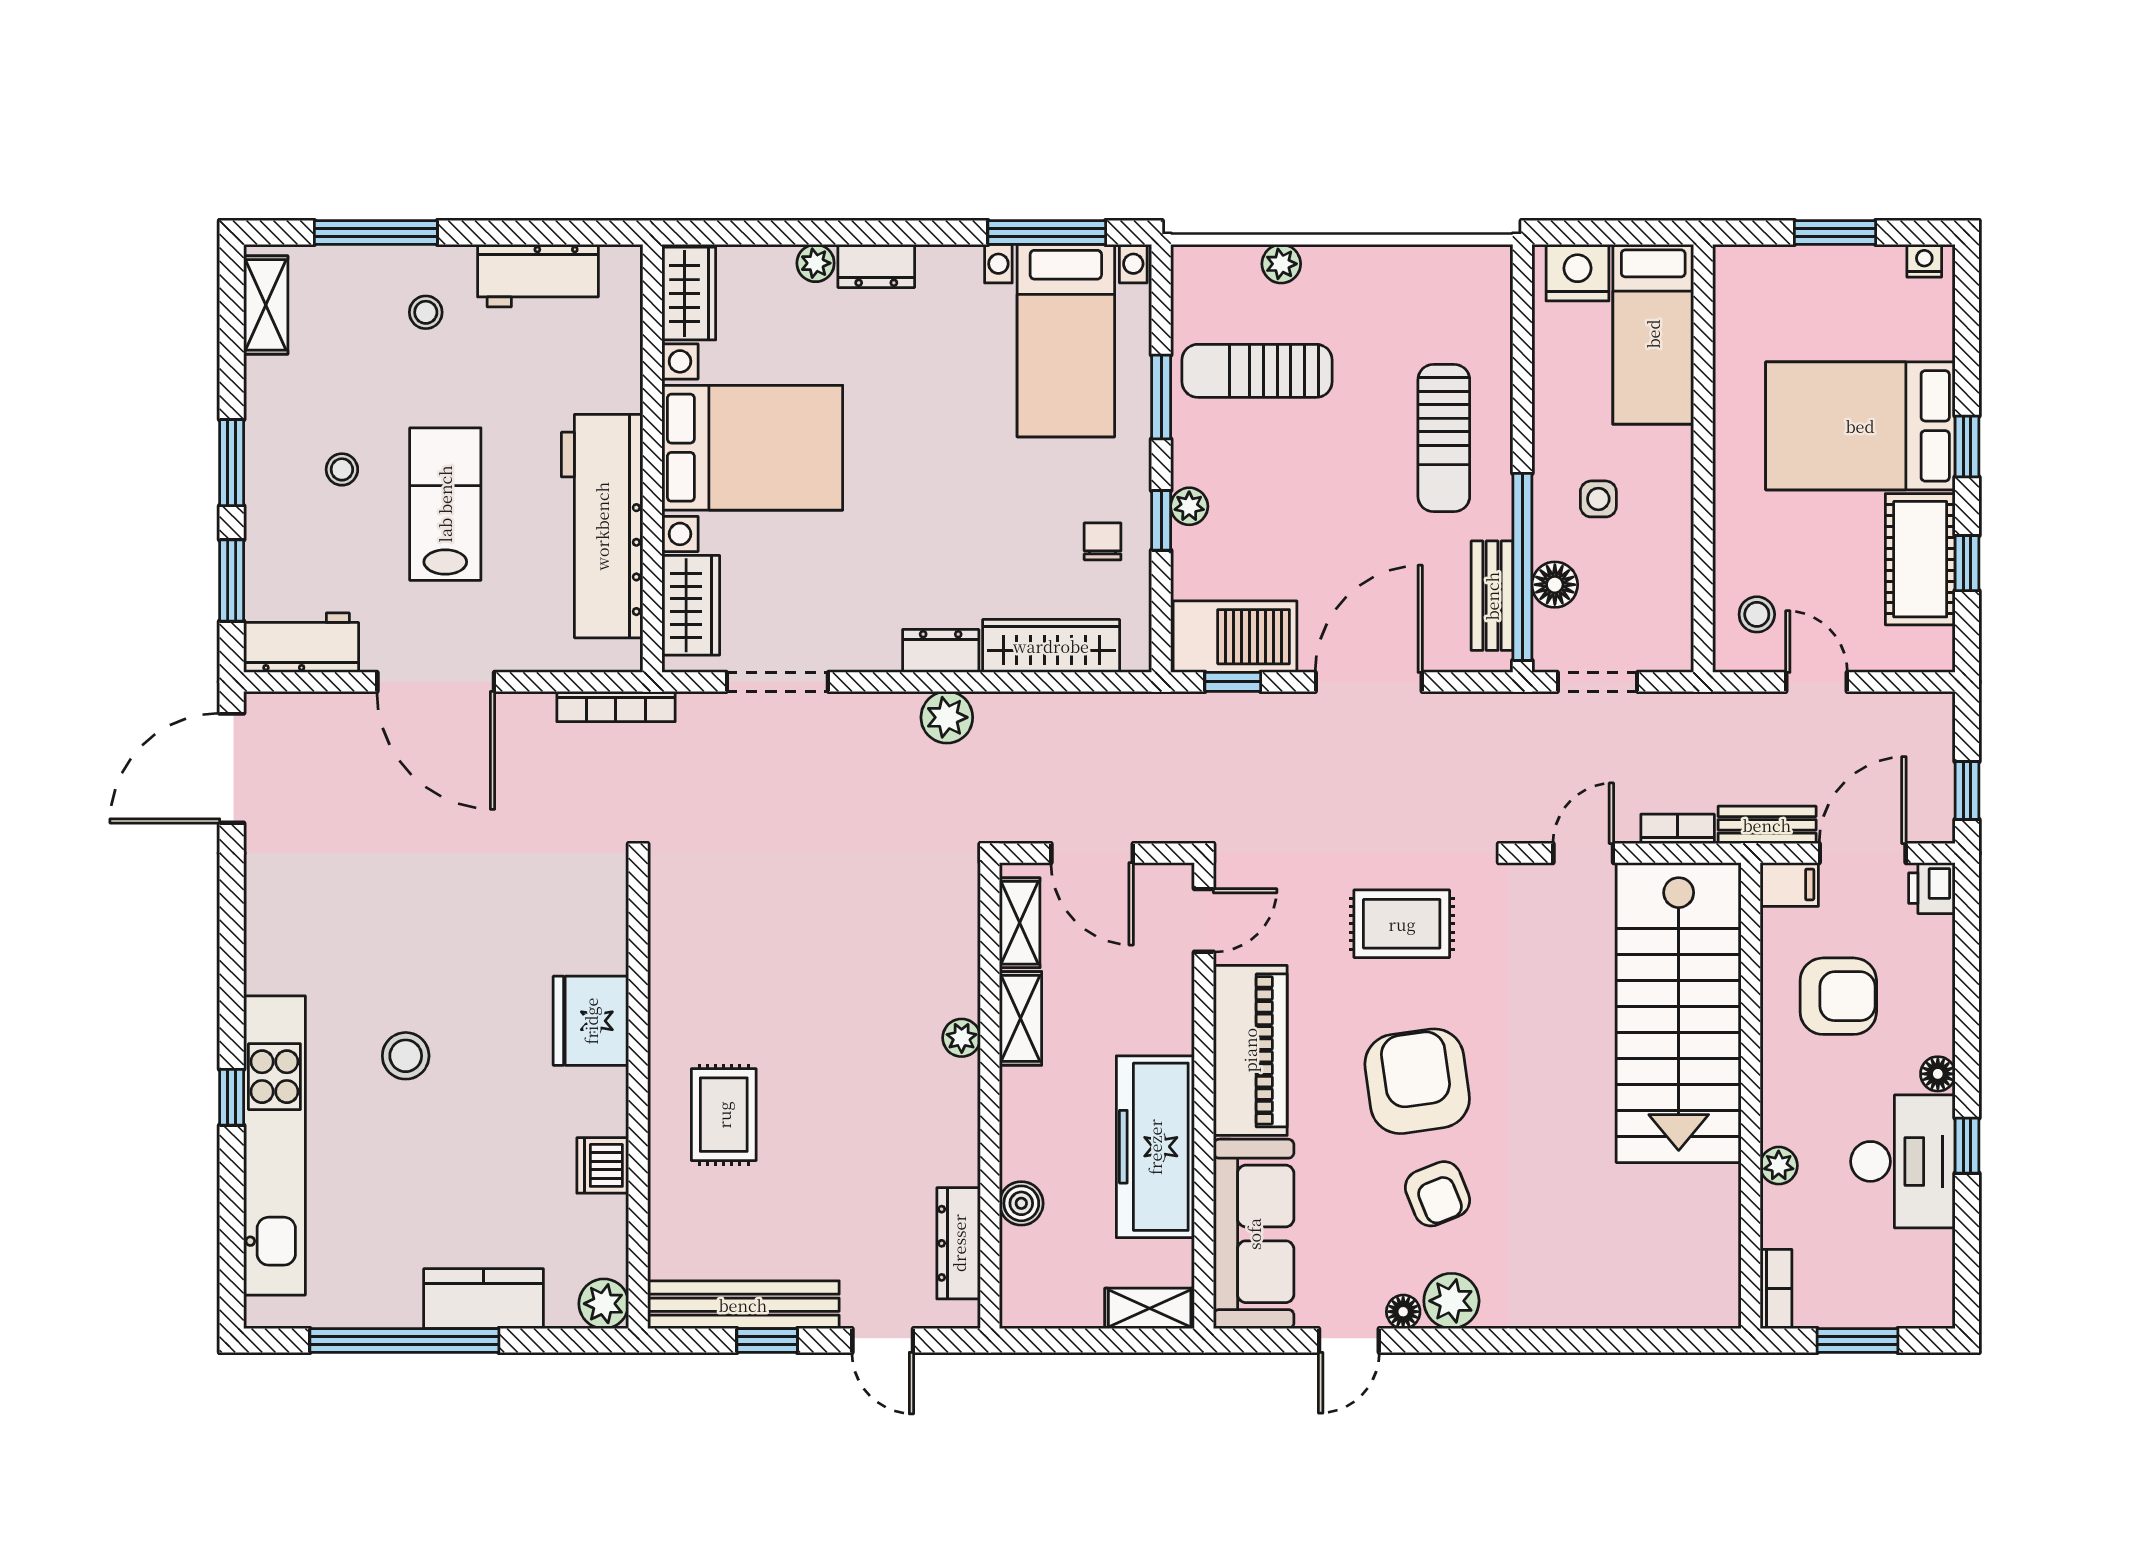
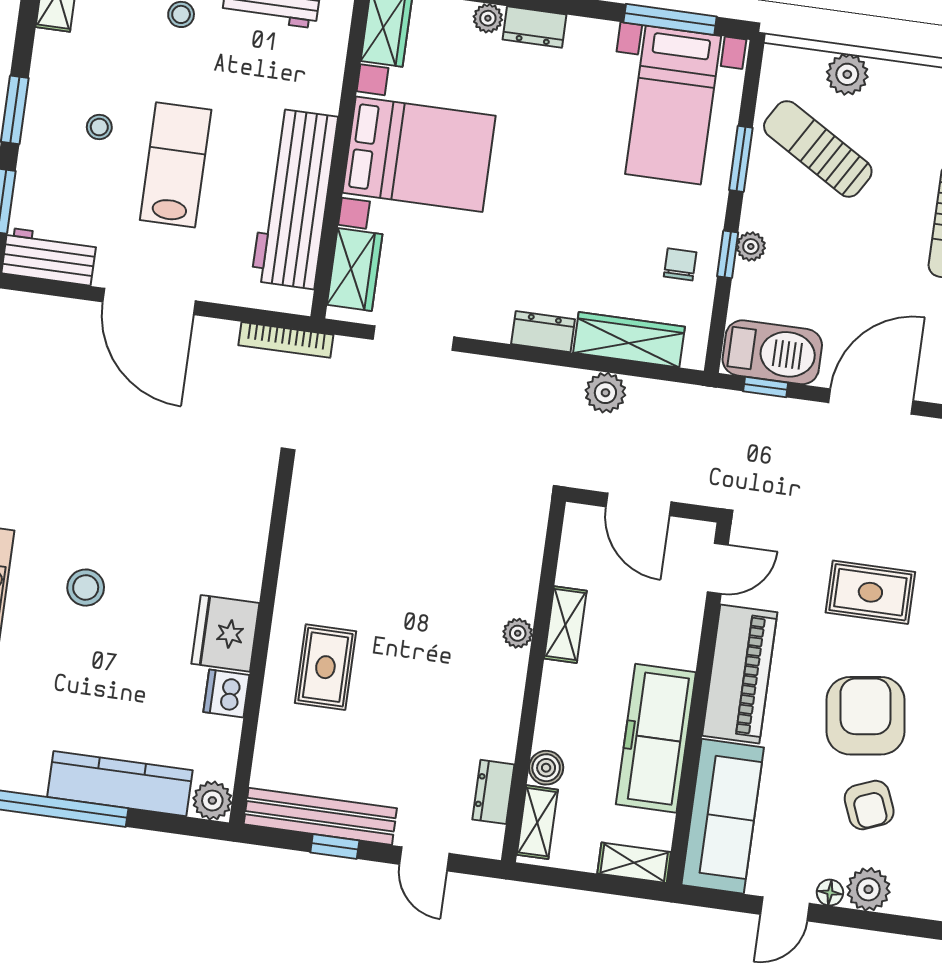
plant: (1281, 264) -> (847, 74), width x1.38, depth x1.38
sun lounger: (1257, 371) -> (818, 149), turned 31
plant: (947, 717) -> (605, 393), moved
shelving: (1020, 923) -> (537, 822), moved
fridge: (591, 1021) -> (225, 633), moved
dresser: (959, 1243) -> (493, 792), width x0.70
kitchen counter: (484, 1299) -> (120, 784), width x1.50

